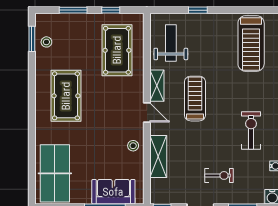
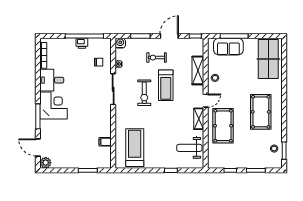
weight bench: (171, 43) -> (189, 148), turned 90
pool table: (117, 50) -> (223, 126), moved
treadmill: (195, 99) -> (166, 85), moved
door: (147, 112) -> (206, 101), swing flipped
exercise bike: (251, 130) -> (144, 93), moved

